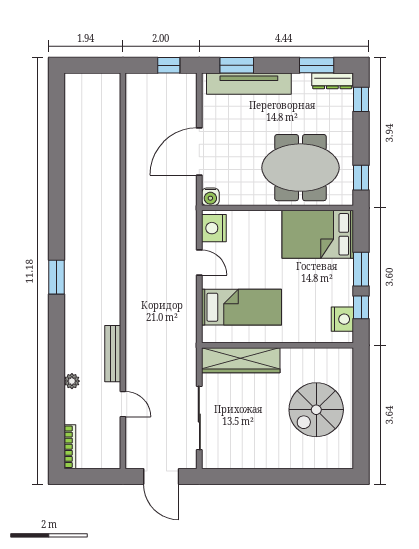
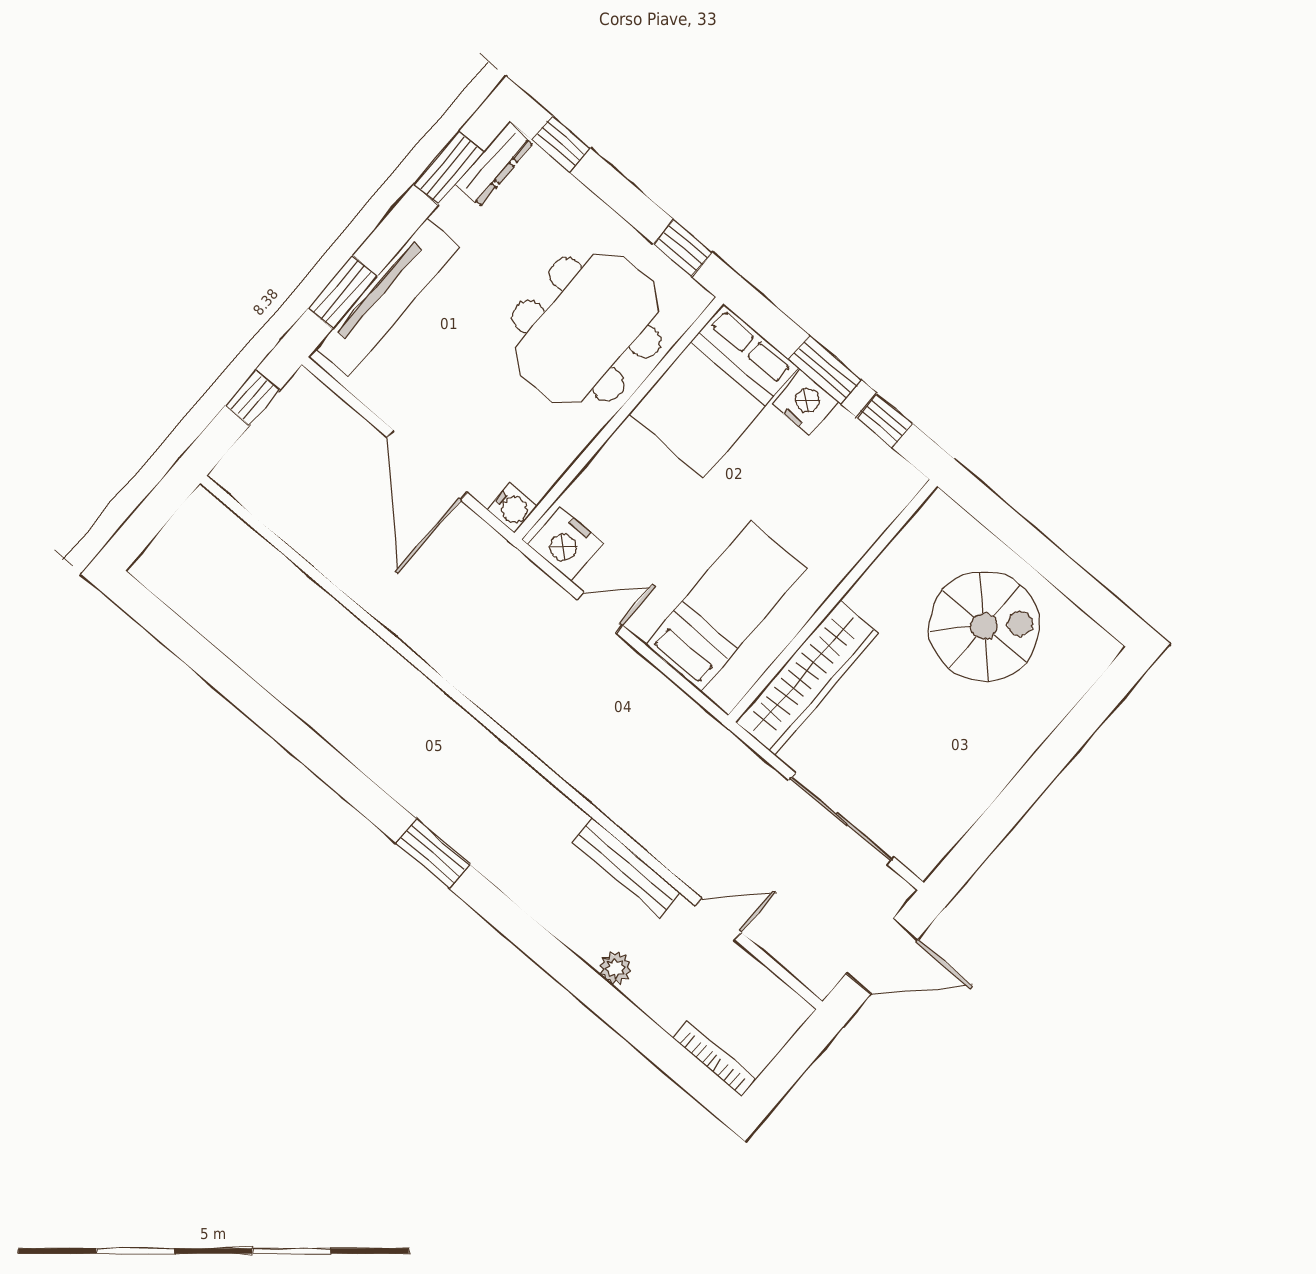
nightstand: (342, 319) -> (805, 403), moved
spiral stairs: (316, 410) -> (984, 626), turned -90

